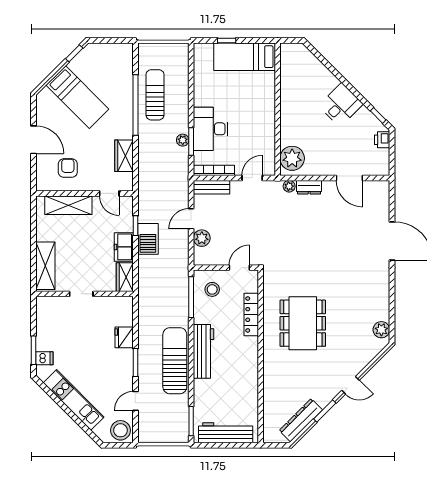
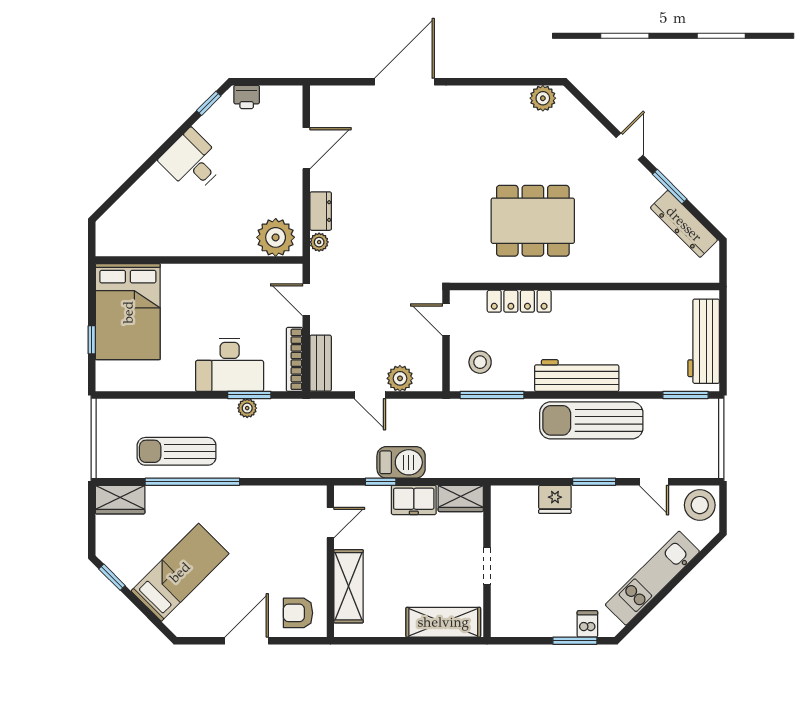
bed: (245, 57) -> (128, 312), width x1.50
wardrobe: (124, 156) -> (120, 500), moved
armchair: (68, 168) -> (298, 613), moved

